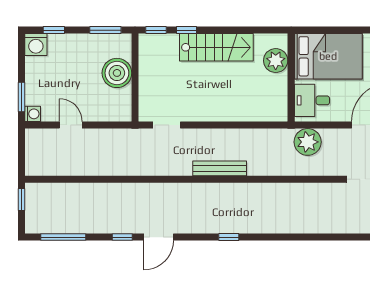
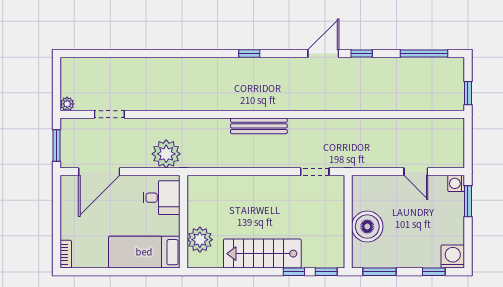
bed: (328, 56) -> (144, 252), width x0.67

